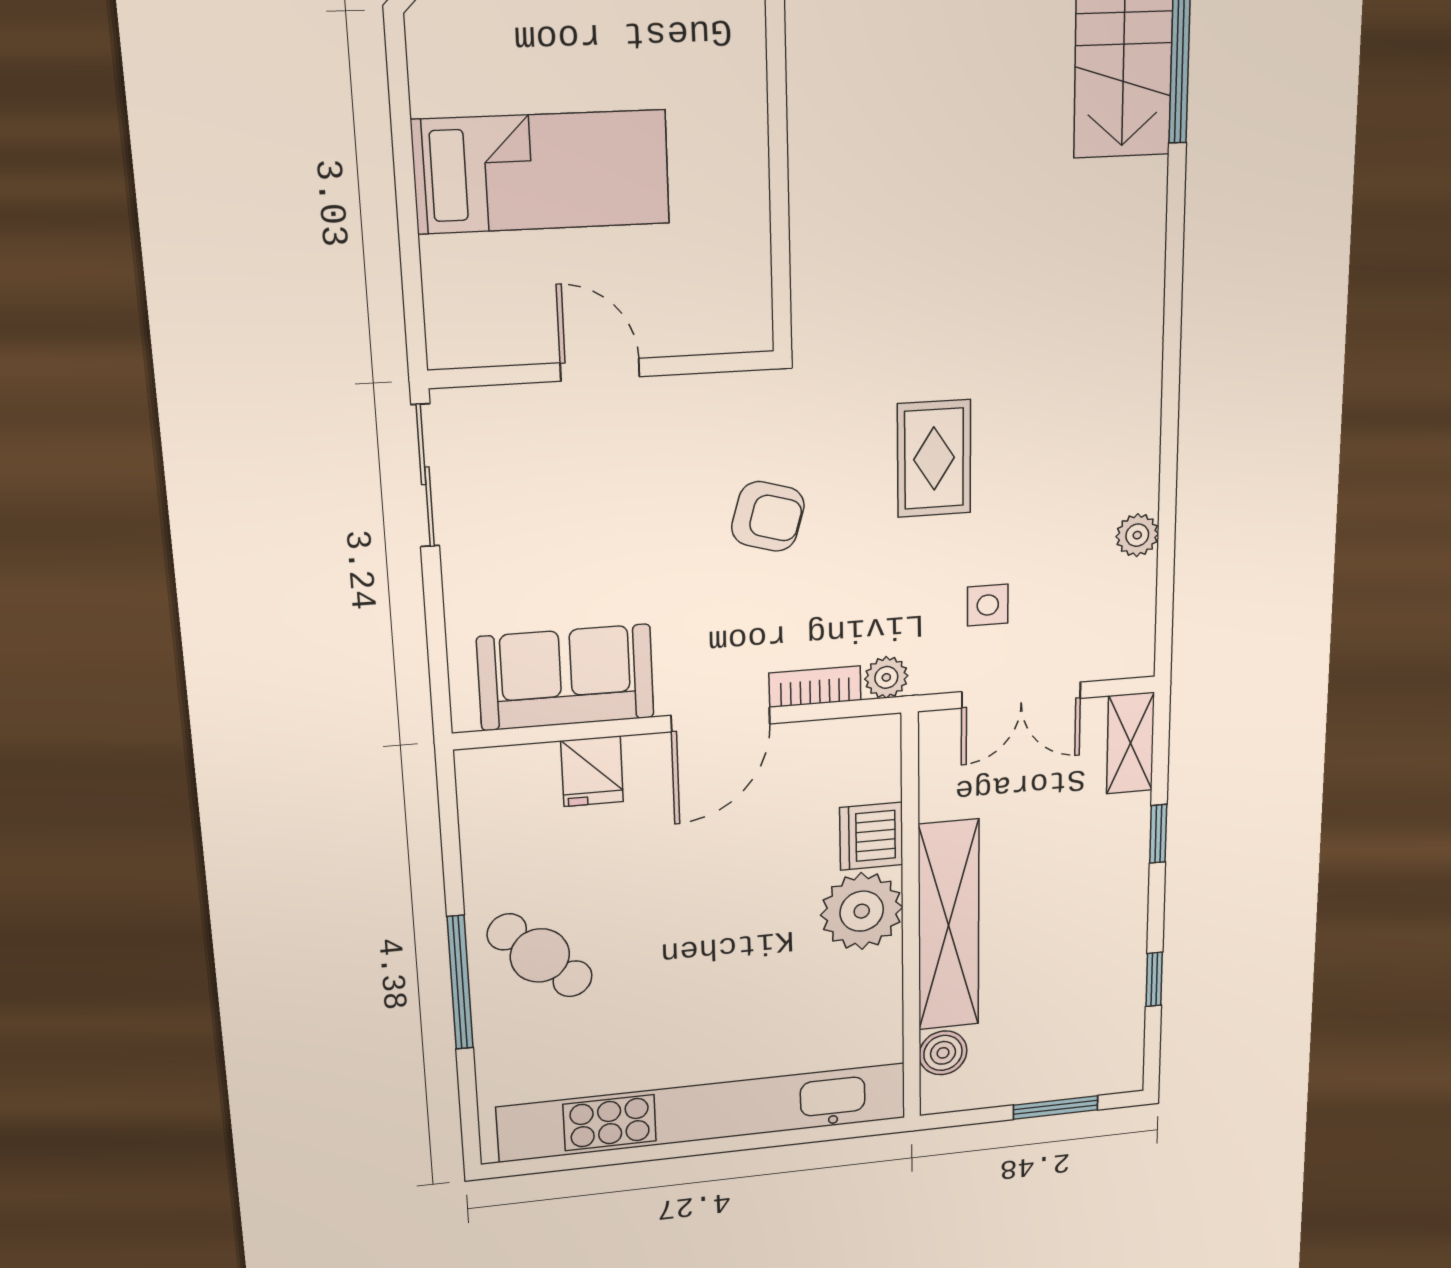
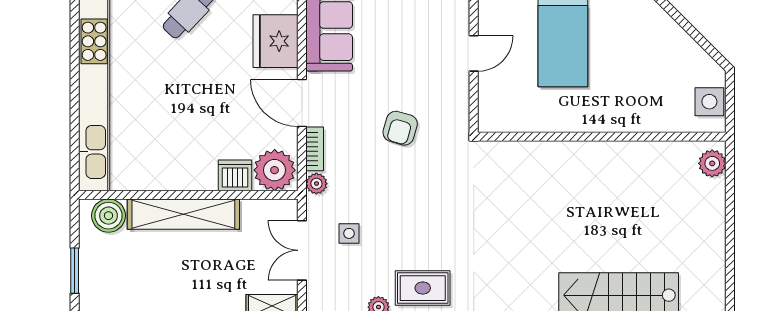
rug: (934, 459) -> (423, 288), moved
fridge: (592, 771) -> (276, 41), width x1.88, depth x1.34
plant: (862, 911) -> (275, 170), moved
boiler: (943, 1053) -> (108, 216), width x1.36, depth x1.36

